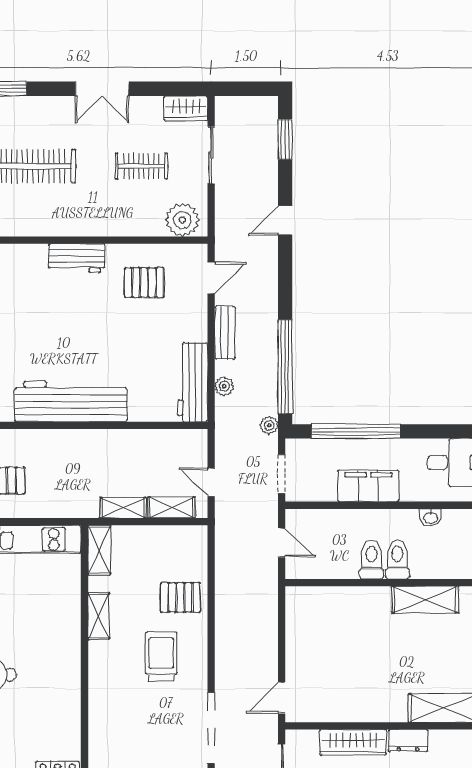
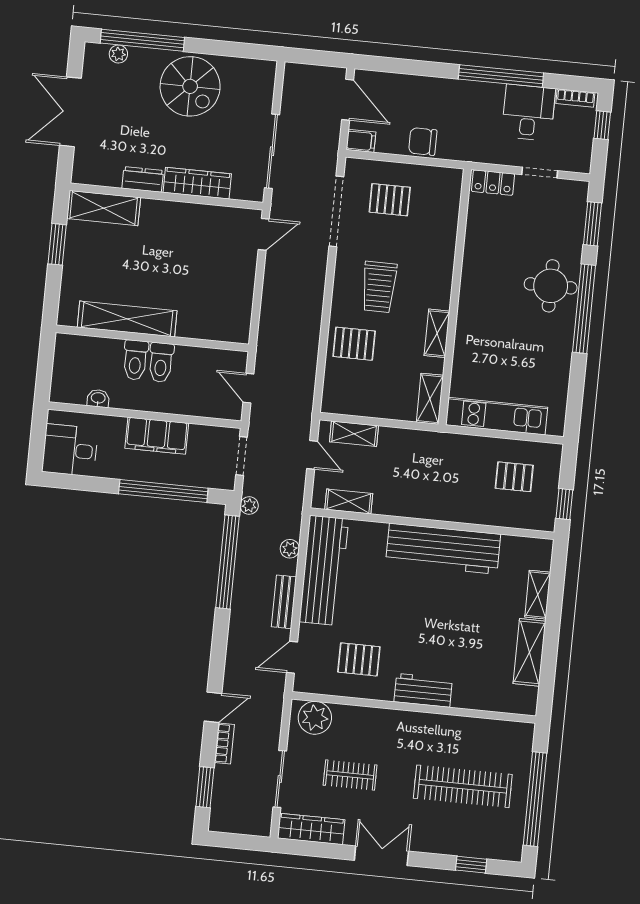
wardrobe: (186, 108) -> (311, 829), width x1.50
bookcase: (270, 185) -> (224, 743), added
workbench: (193, 382) -> (324, 570), width x1.36, depth x1.32
shelving: (123, 508) -> (349, 501), moved
shelving: (425, 600) -> (127, 319), width x1.47
pallet: (159, 745) -> (390, 200), added

